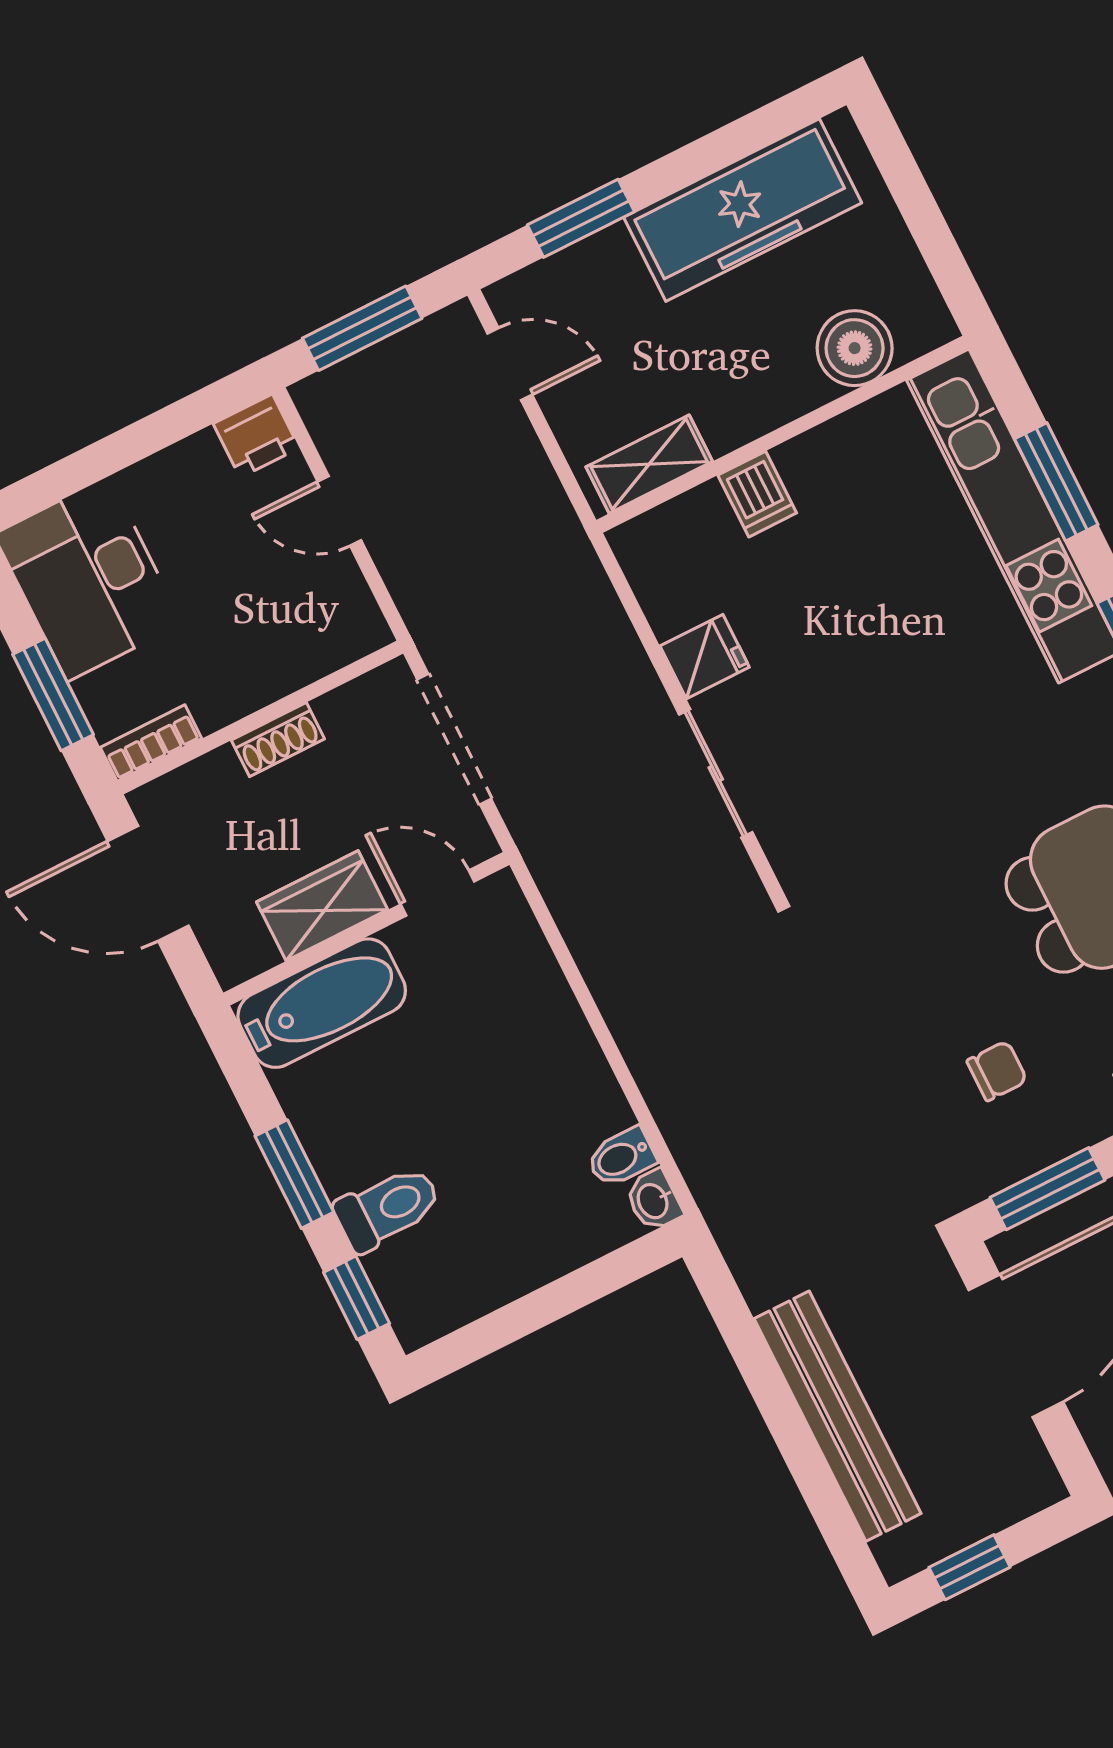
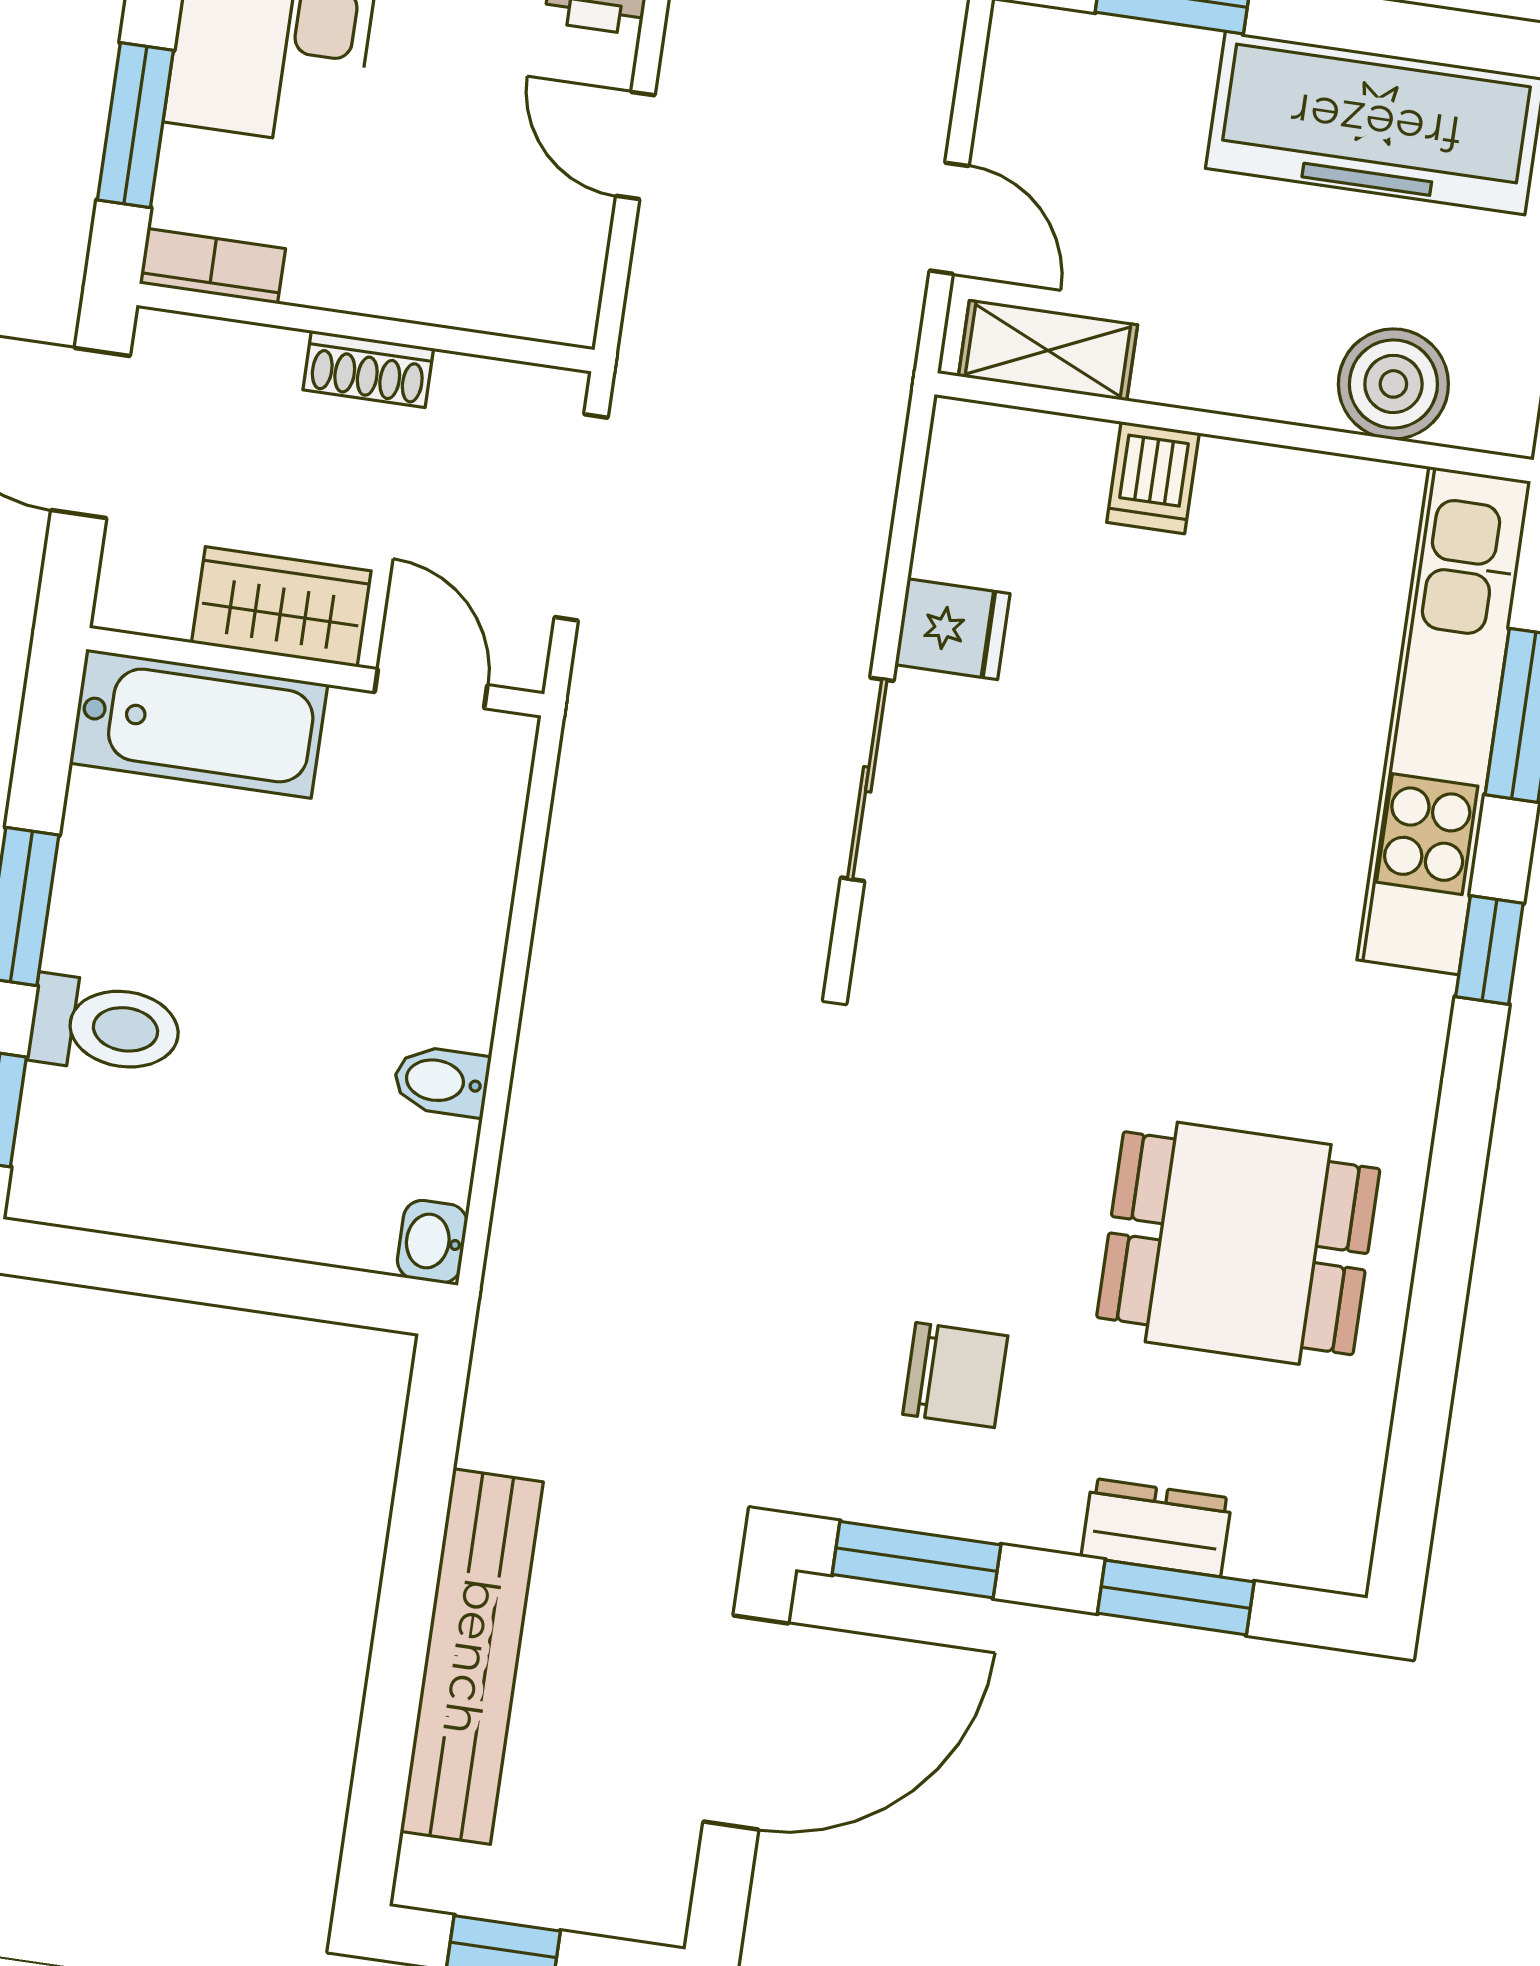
door: (510, 364) -> (949, 218), moved
chair: (997, 1071) -> (955, 1375), width x1.37, depth x1.37
bidet: (621, 1157) -> (441, 1081), moved

